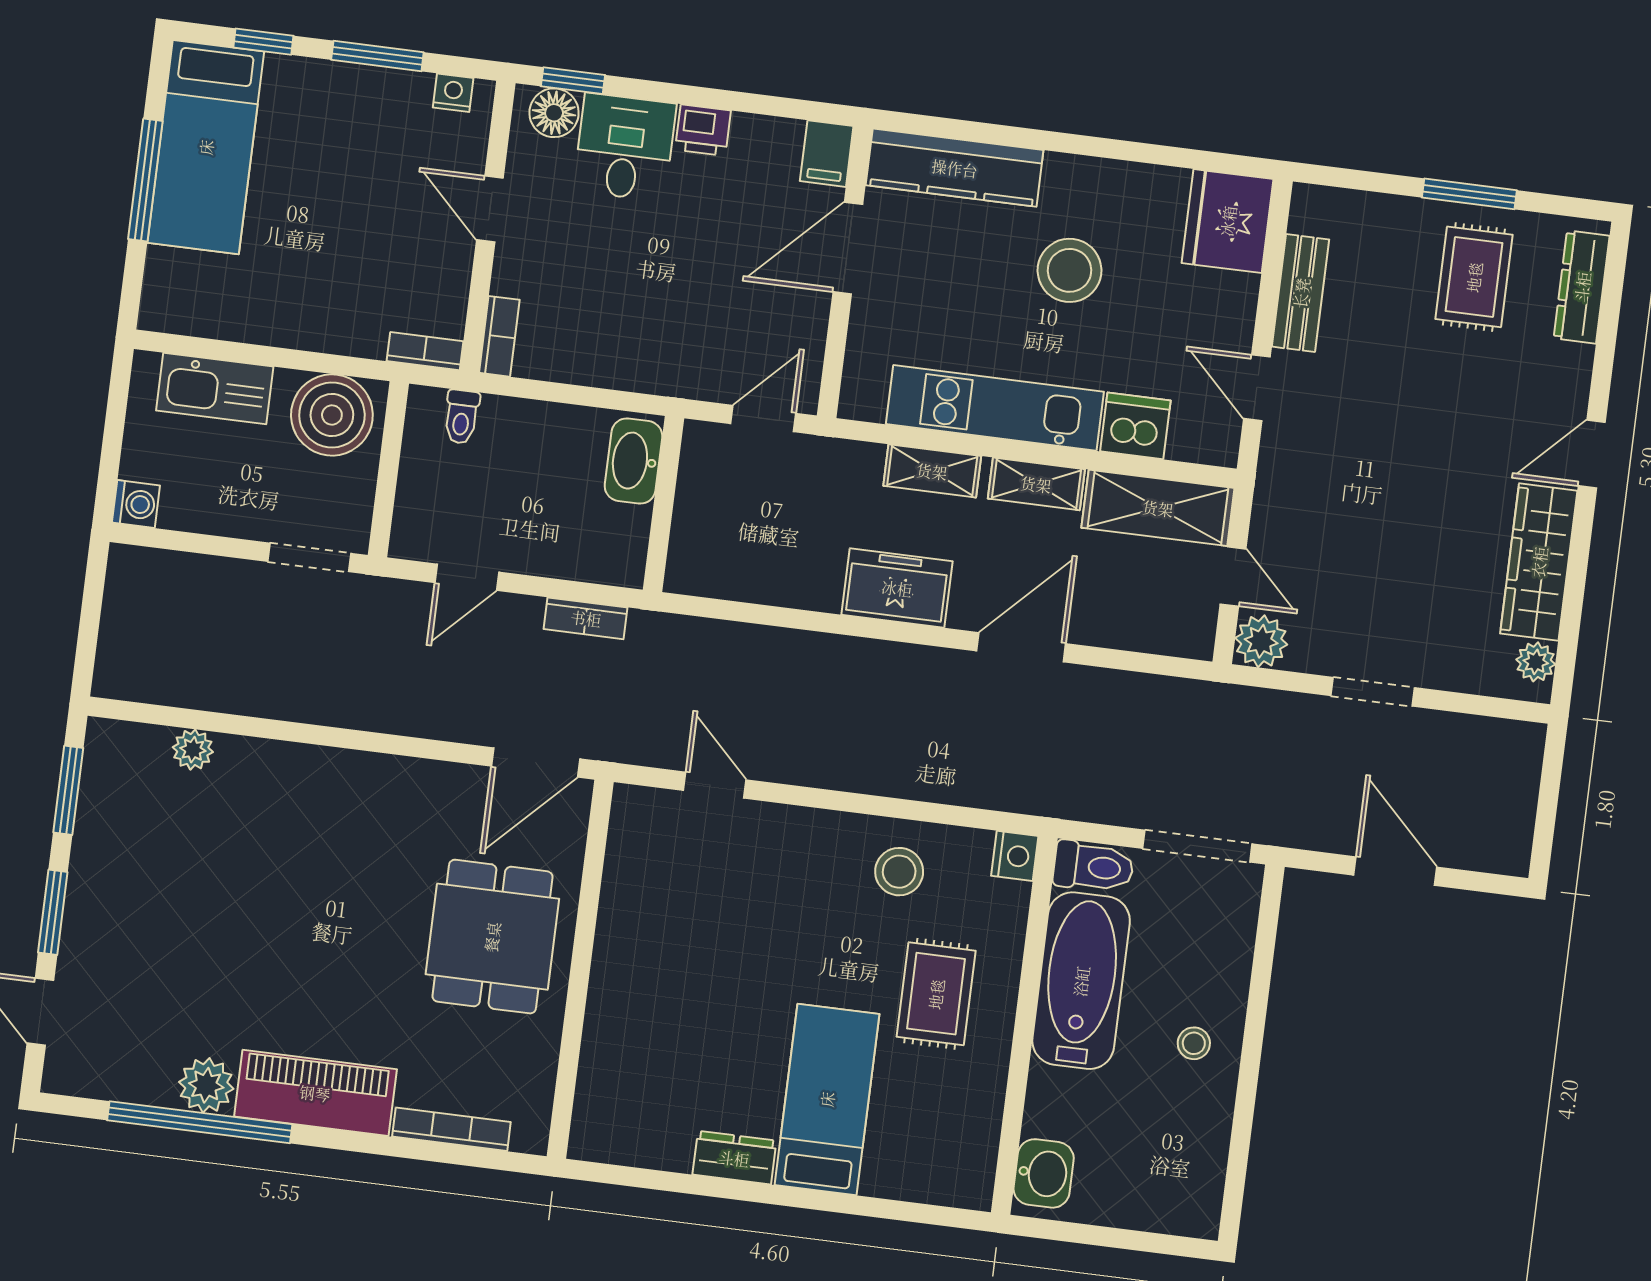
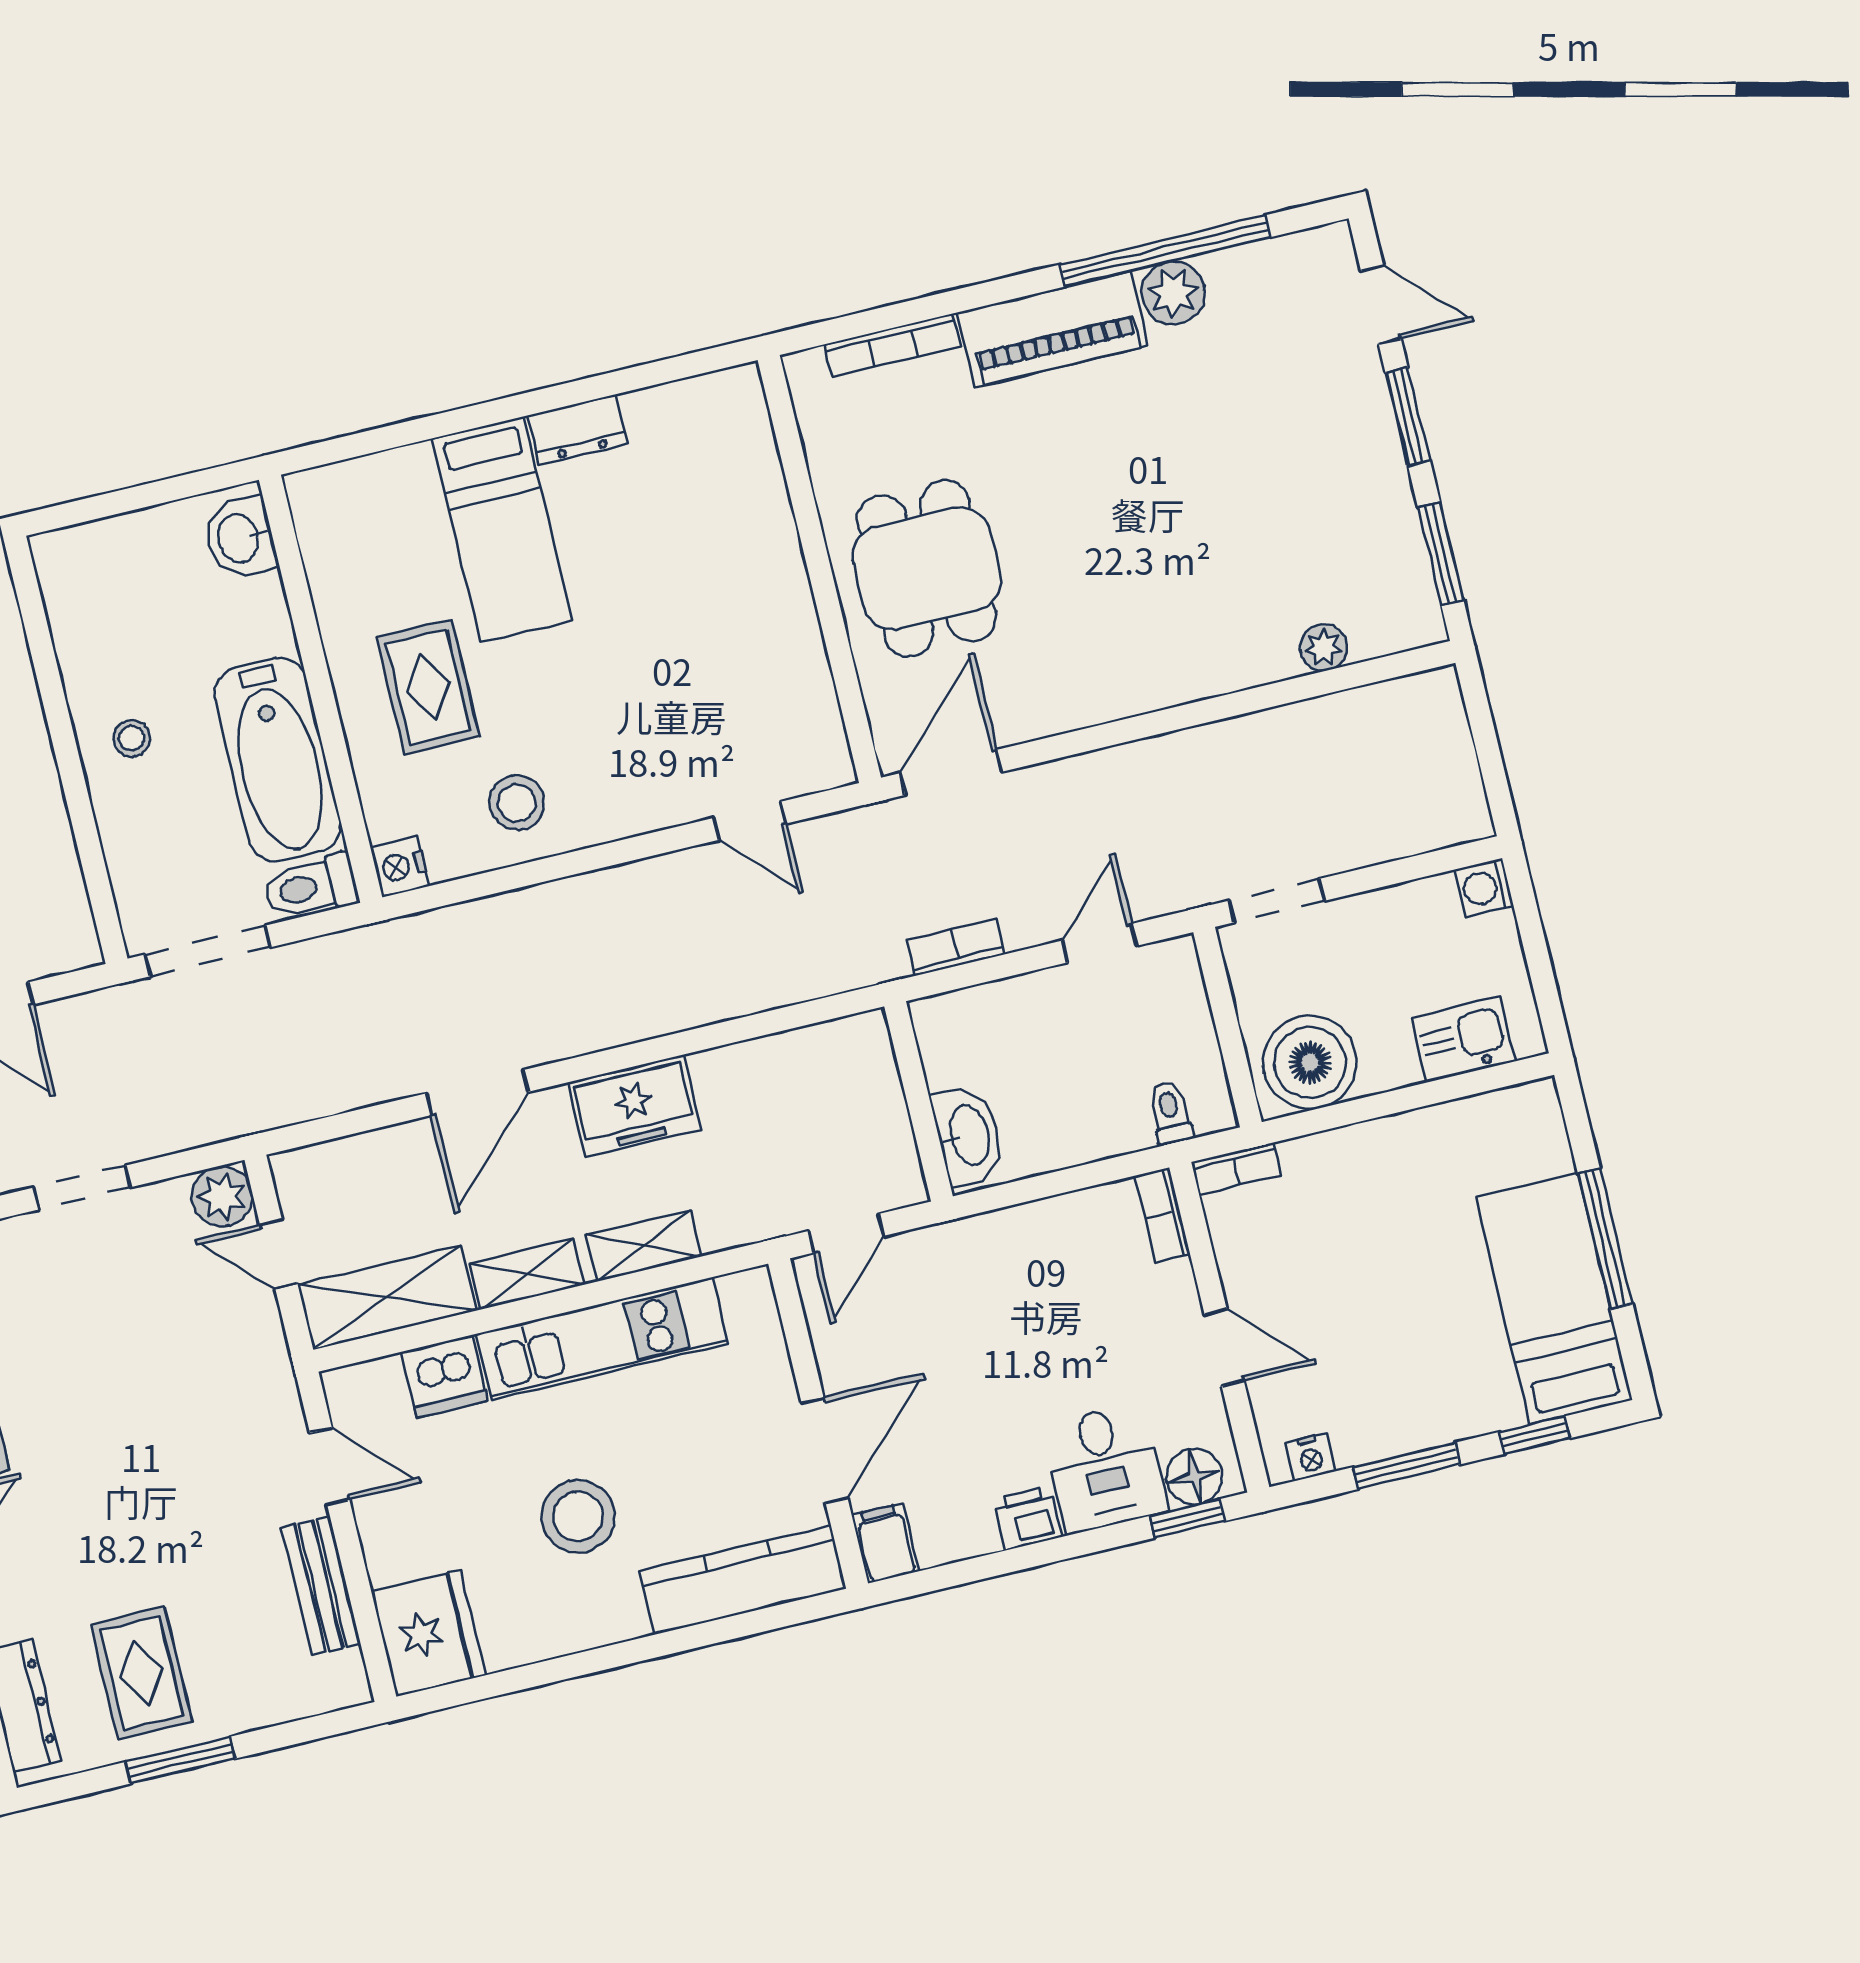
kitchen sink: (215, 389) -> (1463, 1039), width x0.73

